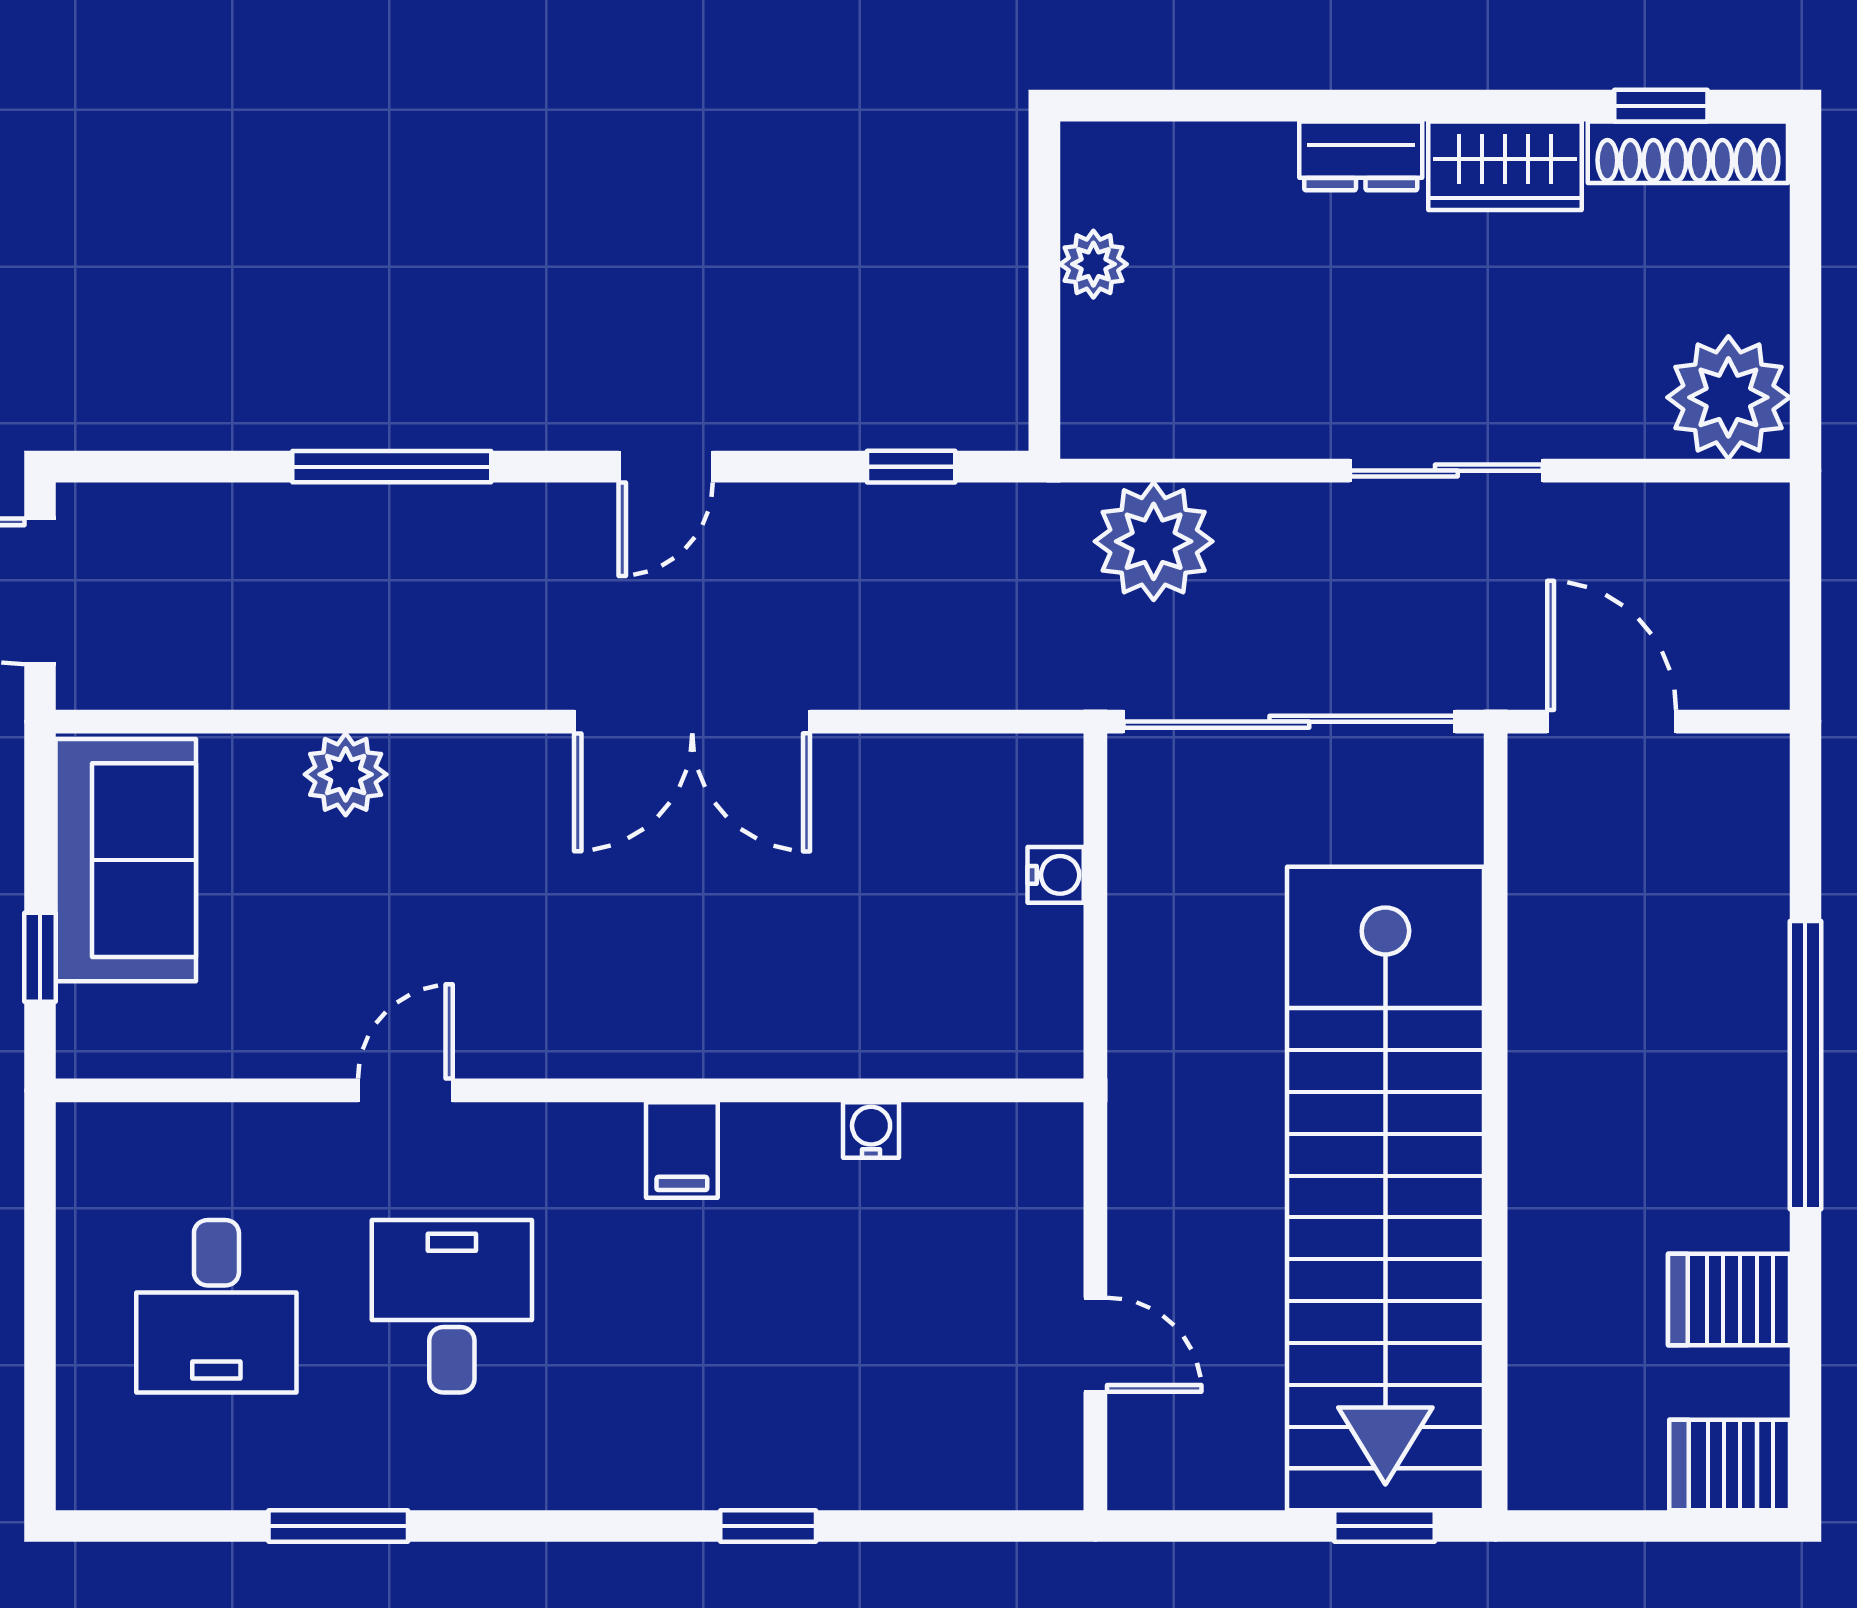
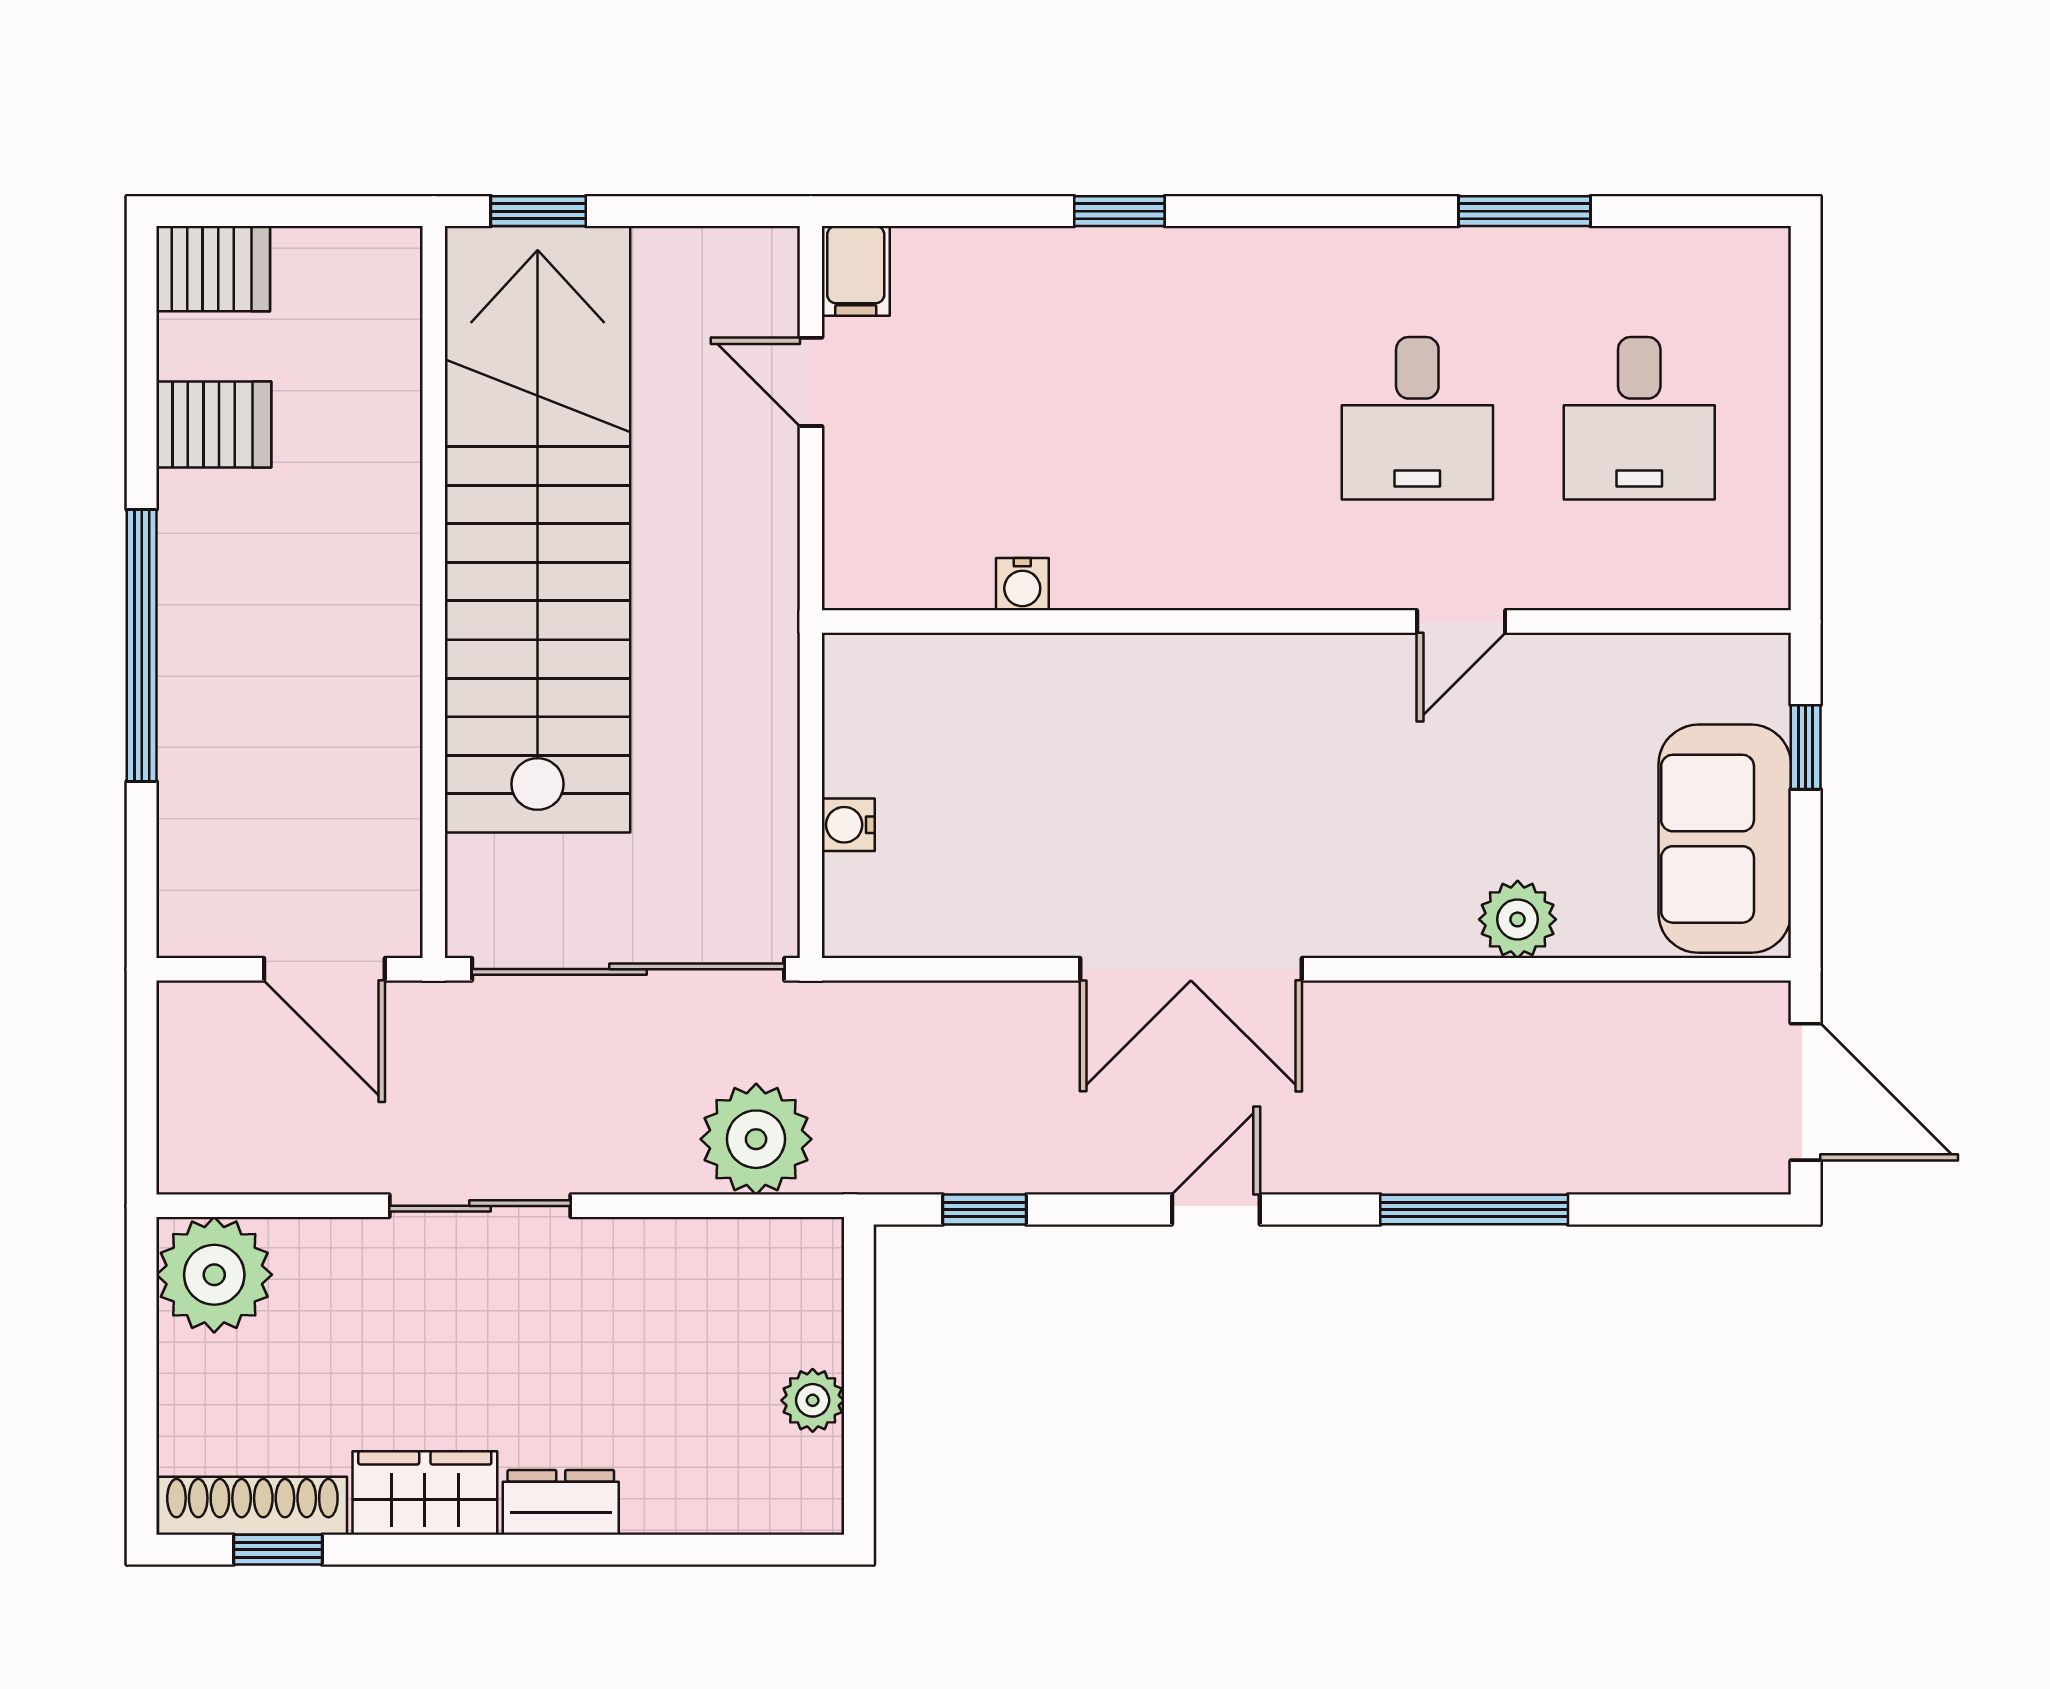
double door: (692, 722) -> (1191, 969), swing flipped
filing cabinet: (682, 1150) -> (856, 271), moved, turned 180
desk: (216, 1306) -> (1639, 418), turned 180

